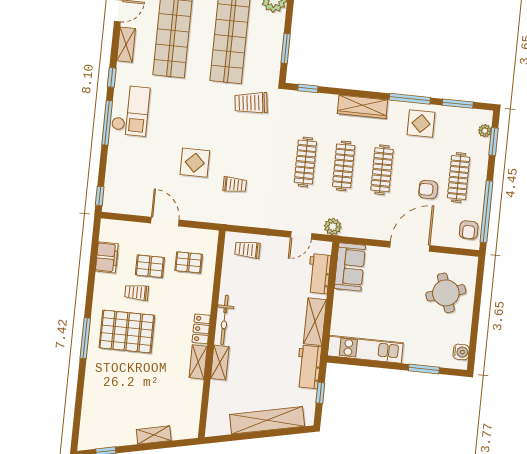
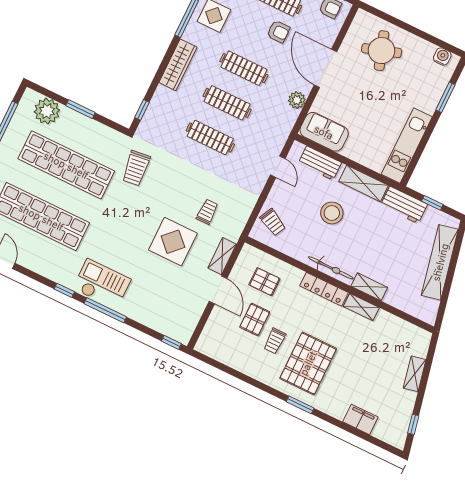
shelving: (126, 45) -> (222, 256), moved, turned 90
window: (286, 49) -> (81, 109), moved
display table: (195, 163) -> (173, 242), width x1.36, depth x1.36
armchair: (428, 190) -> (278, 32), turned -90
door: (165, 222) -> (218, 290), swing flipped
plant: (333, 227) -> (297, 100), moved
trolley: (247, 250) -> (273, 222), turned -63
filing cabinet: (107, 257) -> (360, 419), moved
pallet: (189, 262) -> (264, 282), turned 90
stool: (276, 302) -> (332, 213), added
locker: (201, 329) -> (324, 289), width x1.53
window: (85, 338) -> (300, 405), width x0.69

